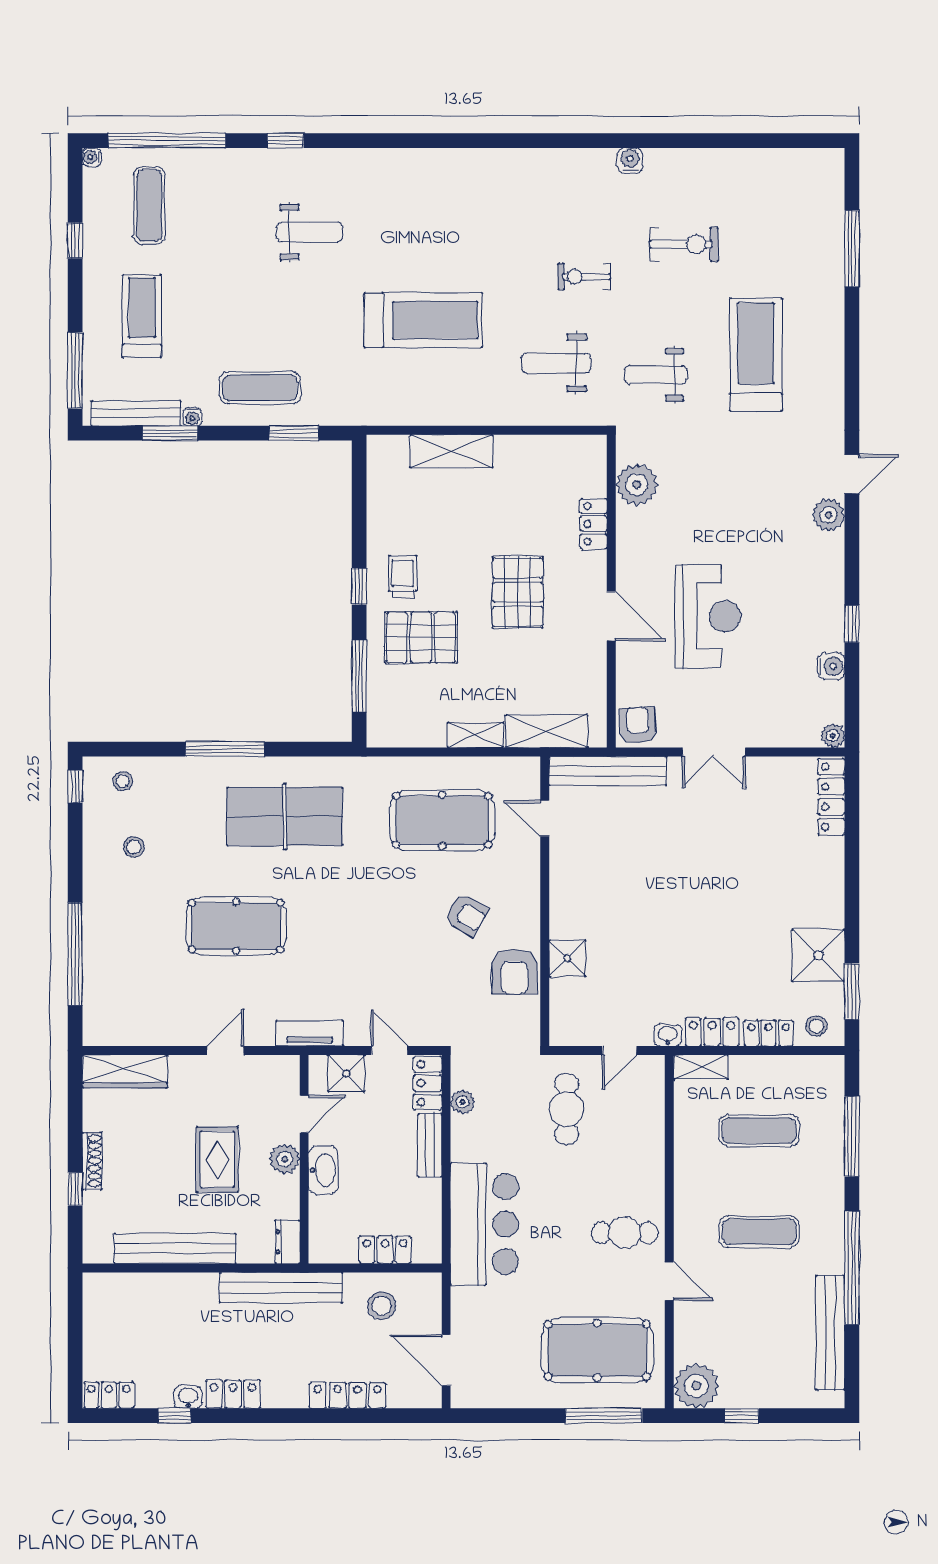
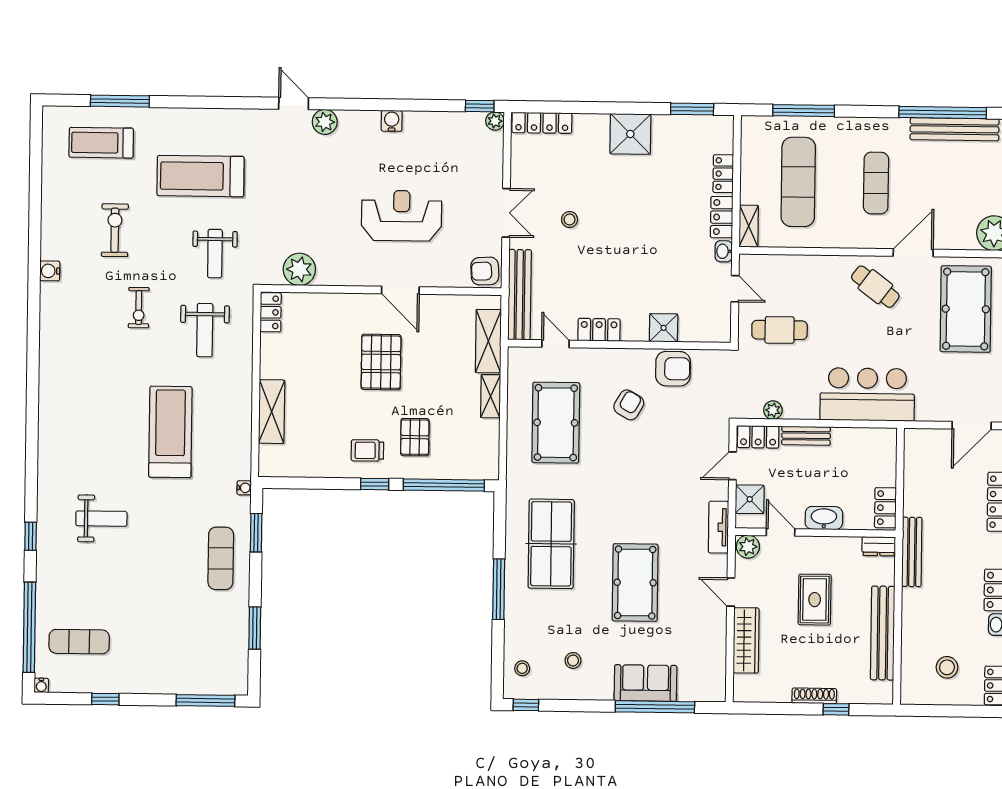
weight bench: (309, 232) -> (101, 519), turned 90
treadmill: (142, 316) -> (101, 143), moved
bench: (136, 413) -> (239, 654), removed
water cooler: (192, 417) -> (244, 488), moved
locker: (594, 524) -> (271, 312), moved, turned -90
pallet: (518, 592) -> (381, 362), turned 90
door: (611, 616) -> (400, 290), swing flipped
window: (852, 624) -> (480, 106), moved
pallet: (421, 638) -> (415, 437), width x0.67, depth x0.71
water cooler: (831, 666) -> (392, 121), moved
window: (359, 676) -> (444, 485), width x1.46
door: (545, 818) -> (555, 344), swing flipped
locker: (564, 875) -> (599, 330), added
sofa: (106, 942) -> (646, 683), added
shower: (818, 955) -> (630, 134), moved
stool: (816, 1026) -> (570, 220), moved
wardrobe: (125, 1071) -> (746, 640), moved
exercise mat: (759, 1131) -> (798, 182), width x1.36, depth x1.45
rug: (217, 1159) -> (815, 600), turned 90
plant: (285, 1159) -> (748, 547), moved
cafe table: (625, 1233) -> (875, 287), turned -53
locker: (385, 1250) -> (885, 508), moved
window: (852, 1268) -> (943, 113), moved
door: (669, 1281) -> (913, 253), width x1.38
bench: (281, 1288) -> (912, 552), width x0.73, depth x0.82
stool: (382, 1306) -> (947, 667), moved

